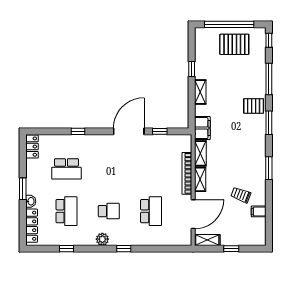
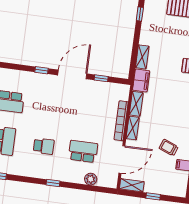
window: (192, 69) -> (140, 14), moved
shelving: (200, 92) -> (142, 57), moved
window: (78, 131) -> (41, 70), moved
school desk: (151, 211) -> (83, 151), turned -90
plant: (102, 239) -> (91, 179), moved

